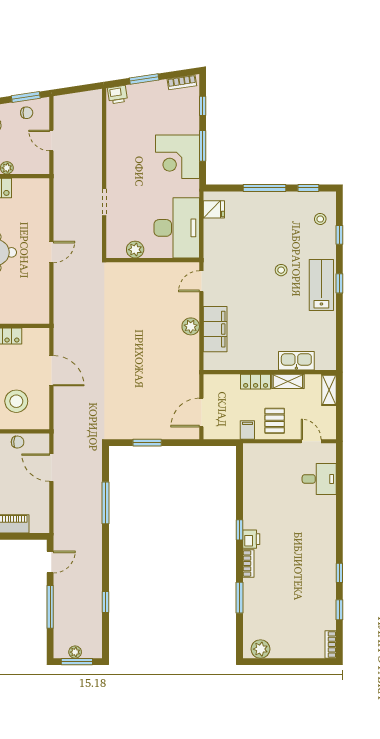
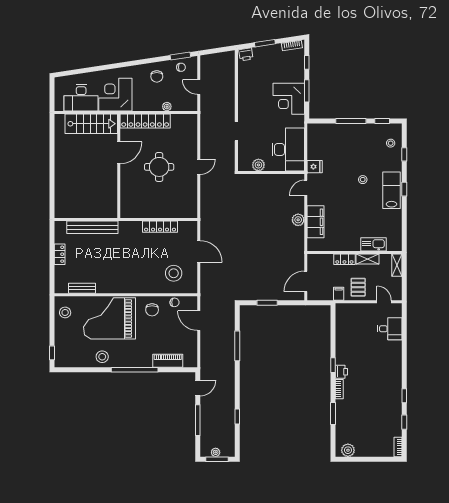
fridge: (214, 209) -> (315, 167), moved

